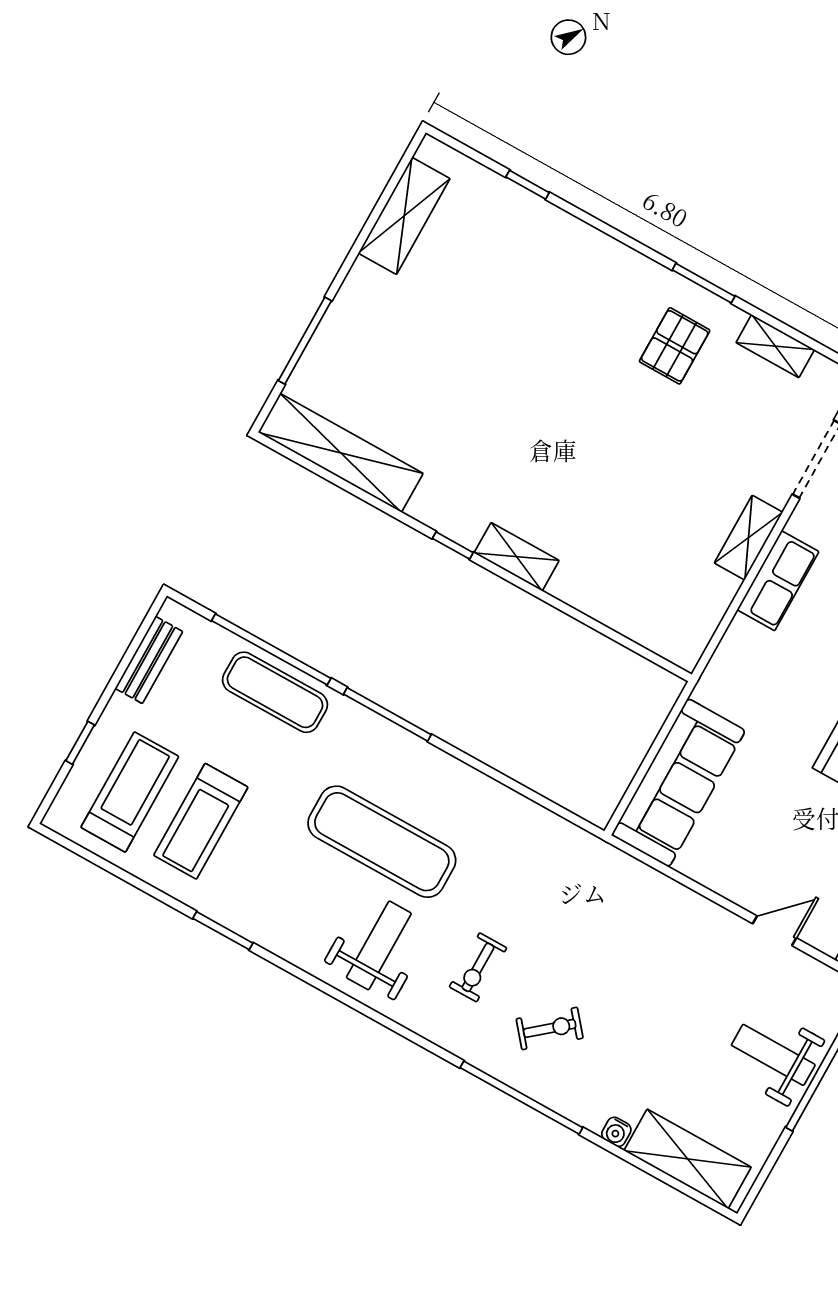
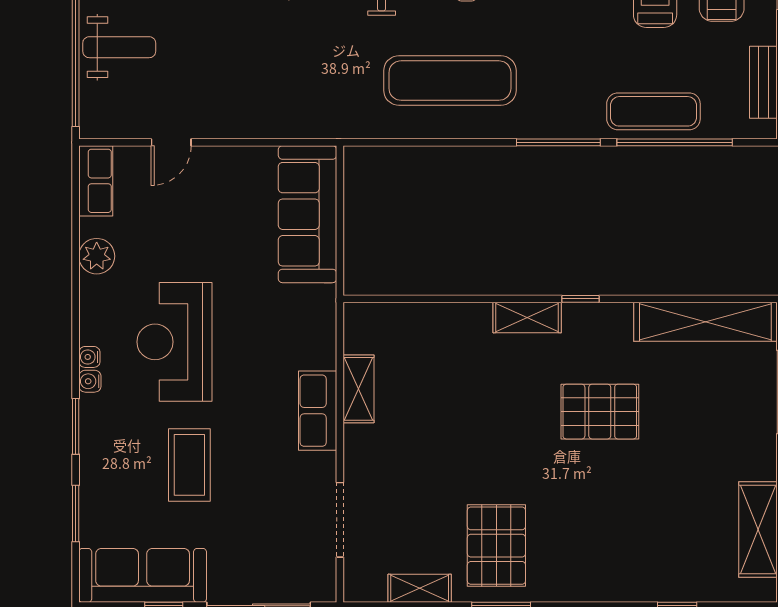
pallet: (675, 346) -> (496, 546), width x1.50, depth x1.42
pallet: (496, 422) -> (600, 412), added
shelving: (748, 538) -> (358, 389), moved
exercise mat: (382, 842) -> (450, 81), moved

